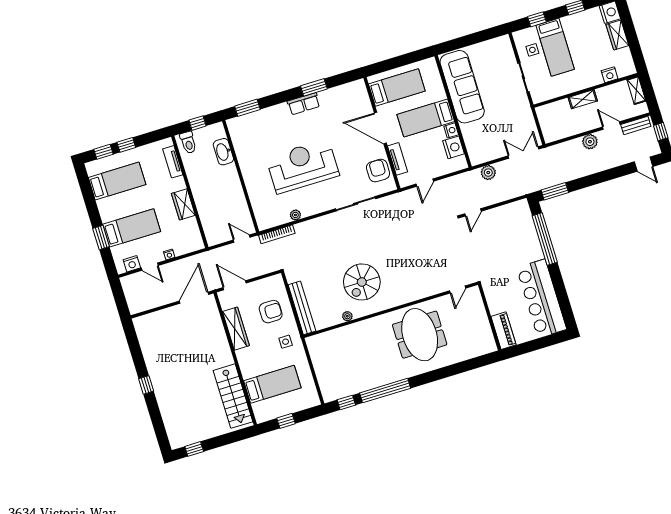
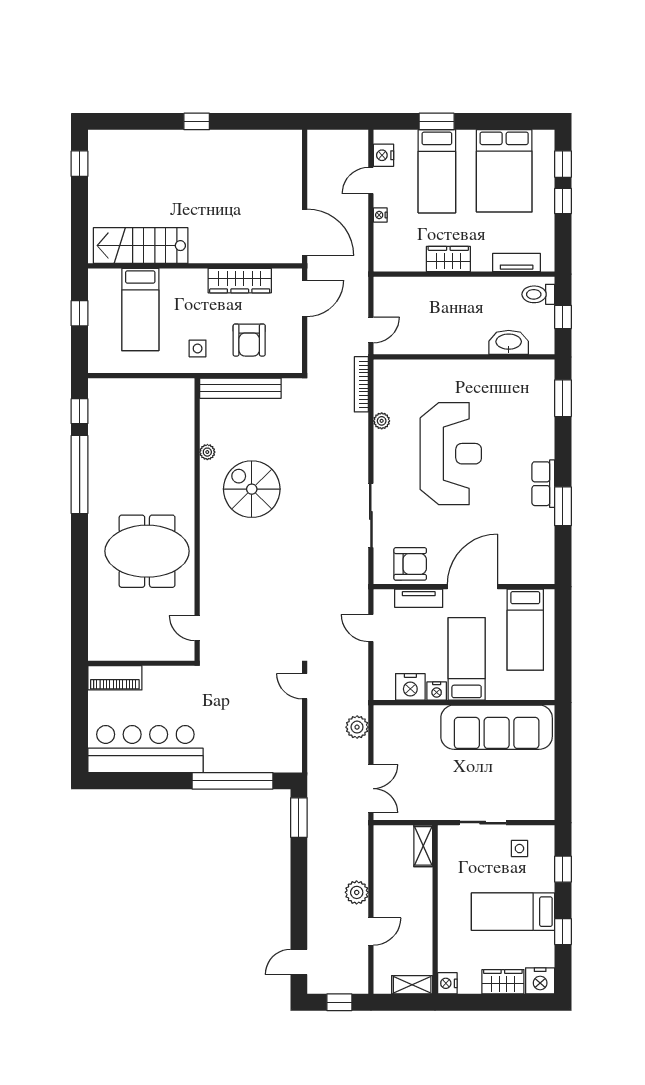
bed: (555, 47) -> (513, 912), moved
nightstand: (610, 75) -> (447, 983), moved
shelving: (583, 99) -> (423, 846), moved
bench: (636, 125) -> (360, 968), removed
bed: (117, 181) -> (504, 171), width x1.50

